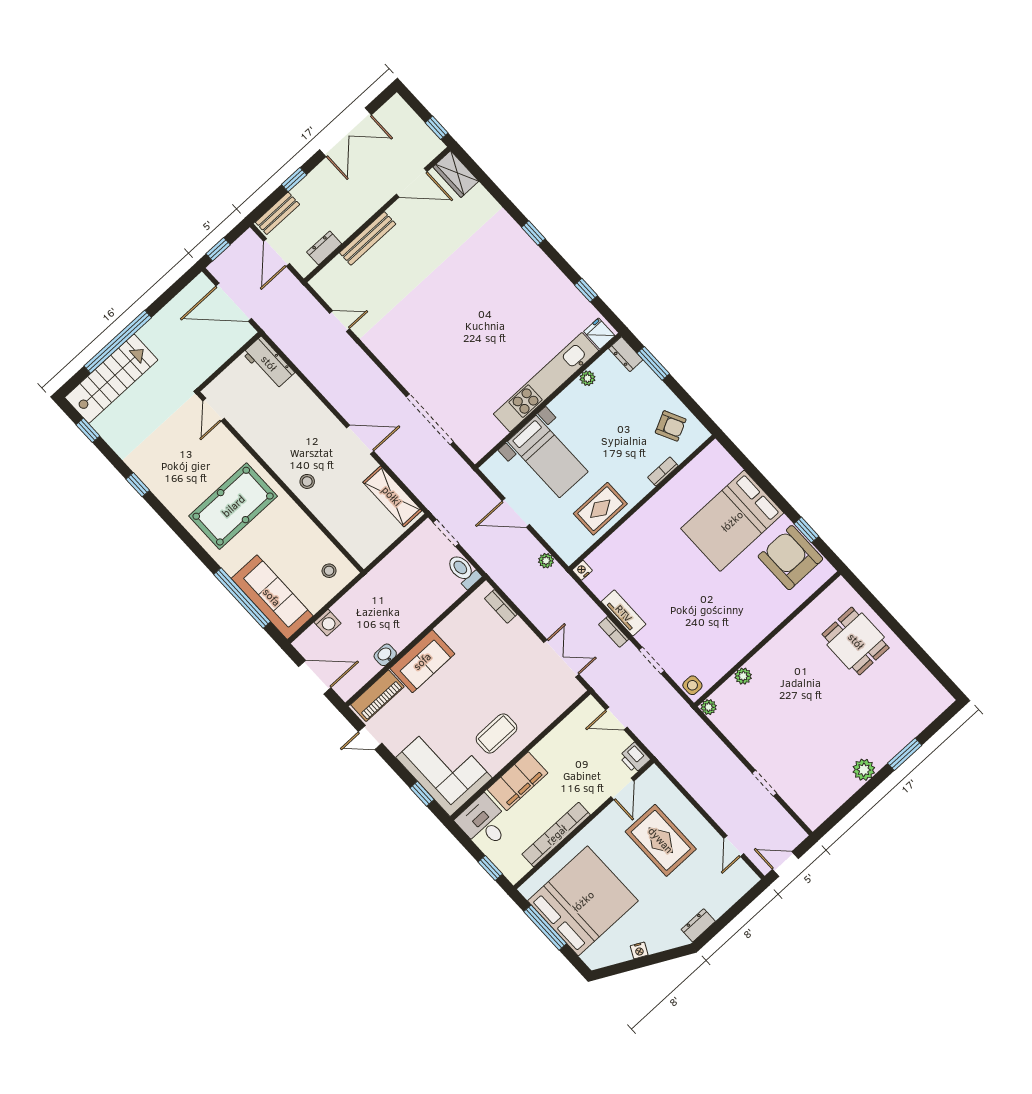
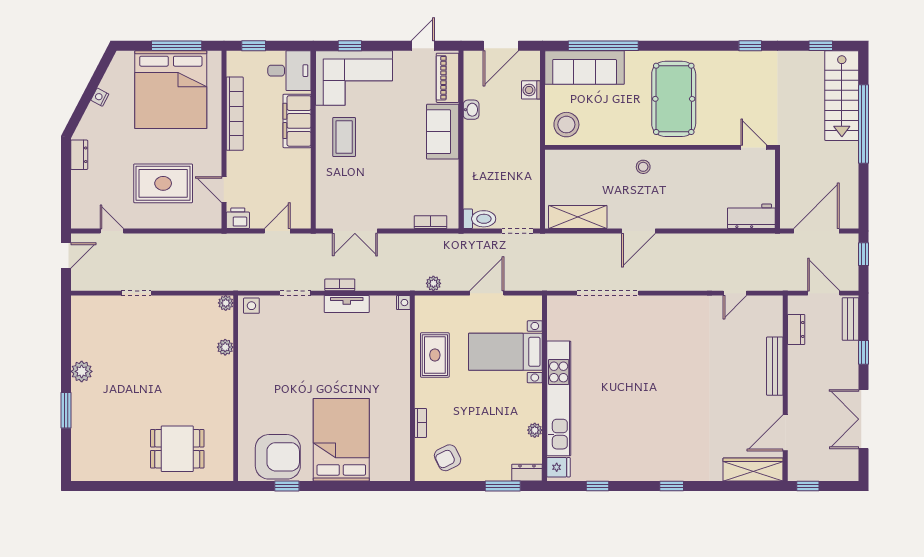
wardrobe: (456, 174) -> (753, 470), width x1.50
stool: (329, 571) -> (566, 125), width x1.89, depth x1.89

